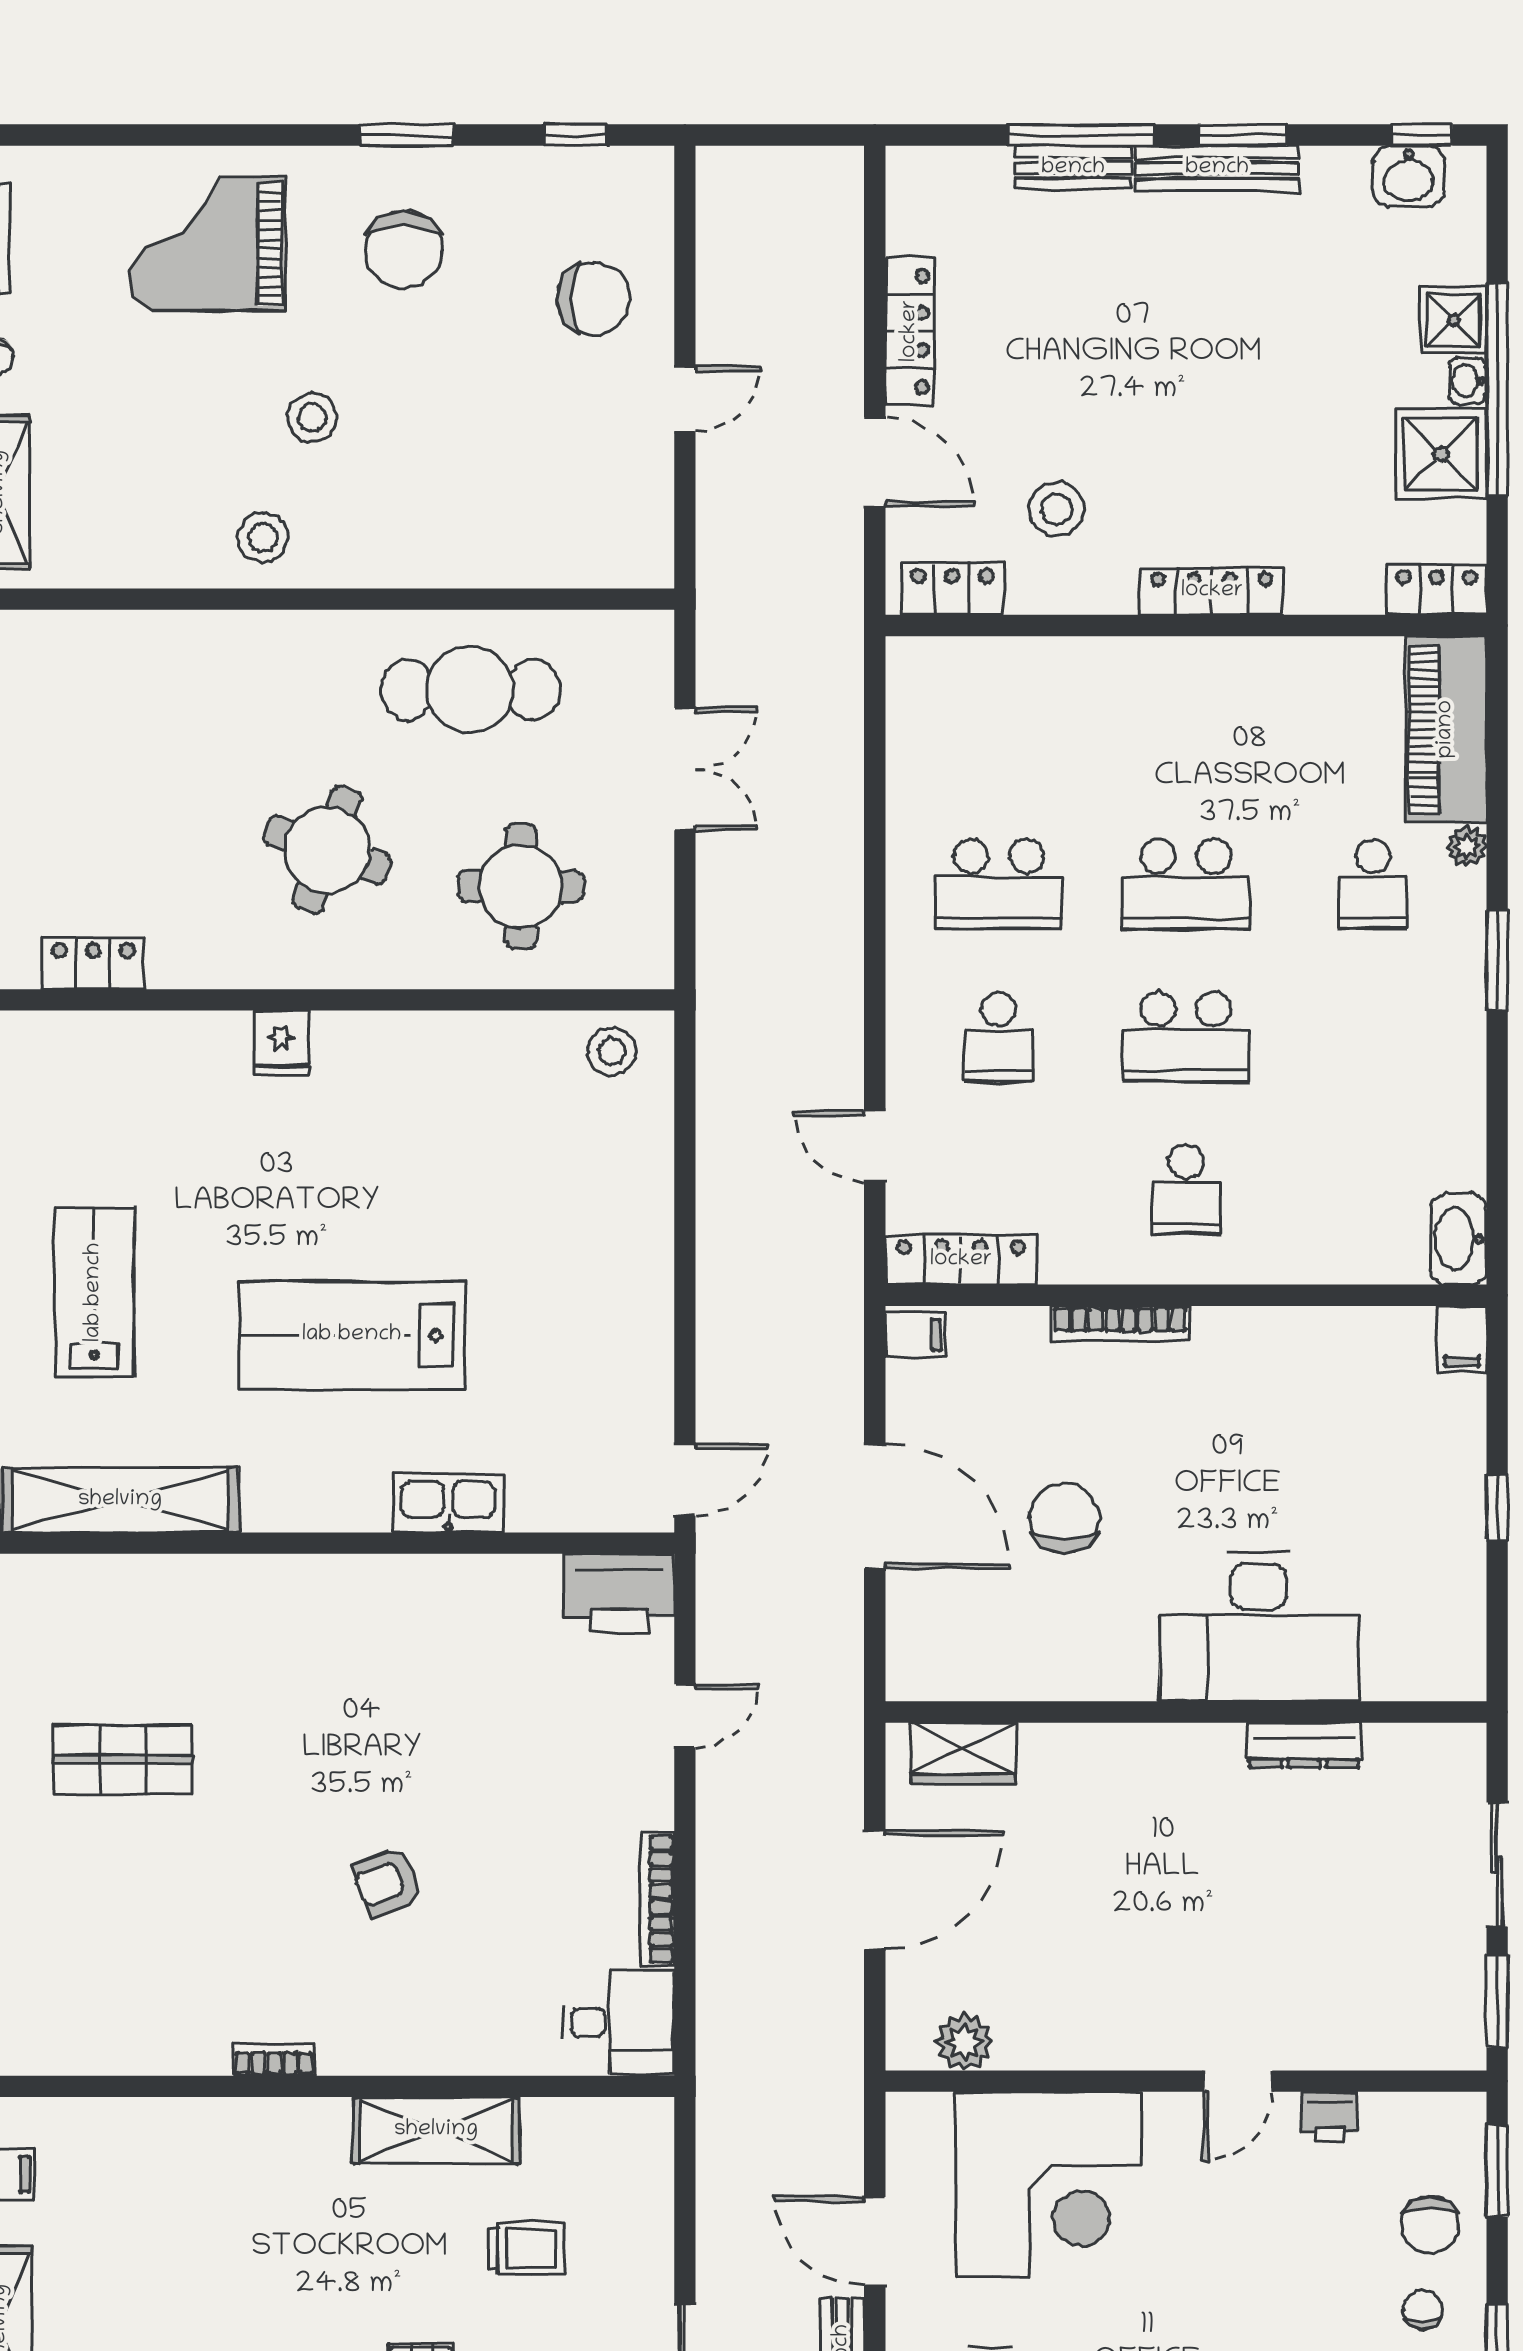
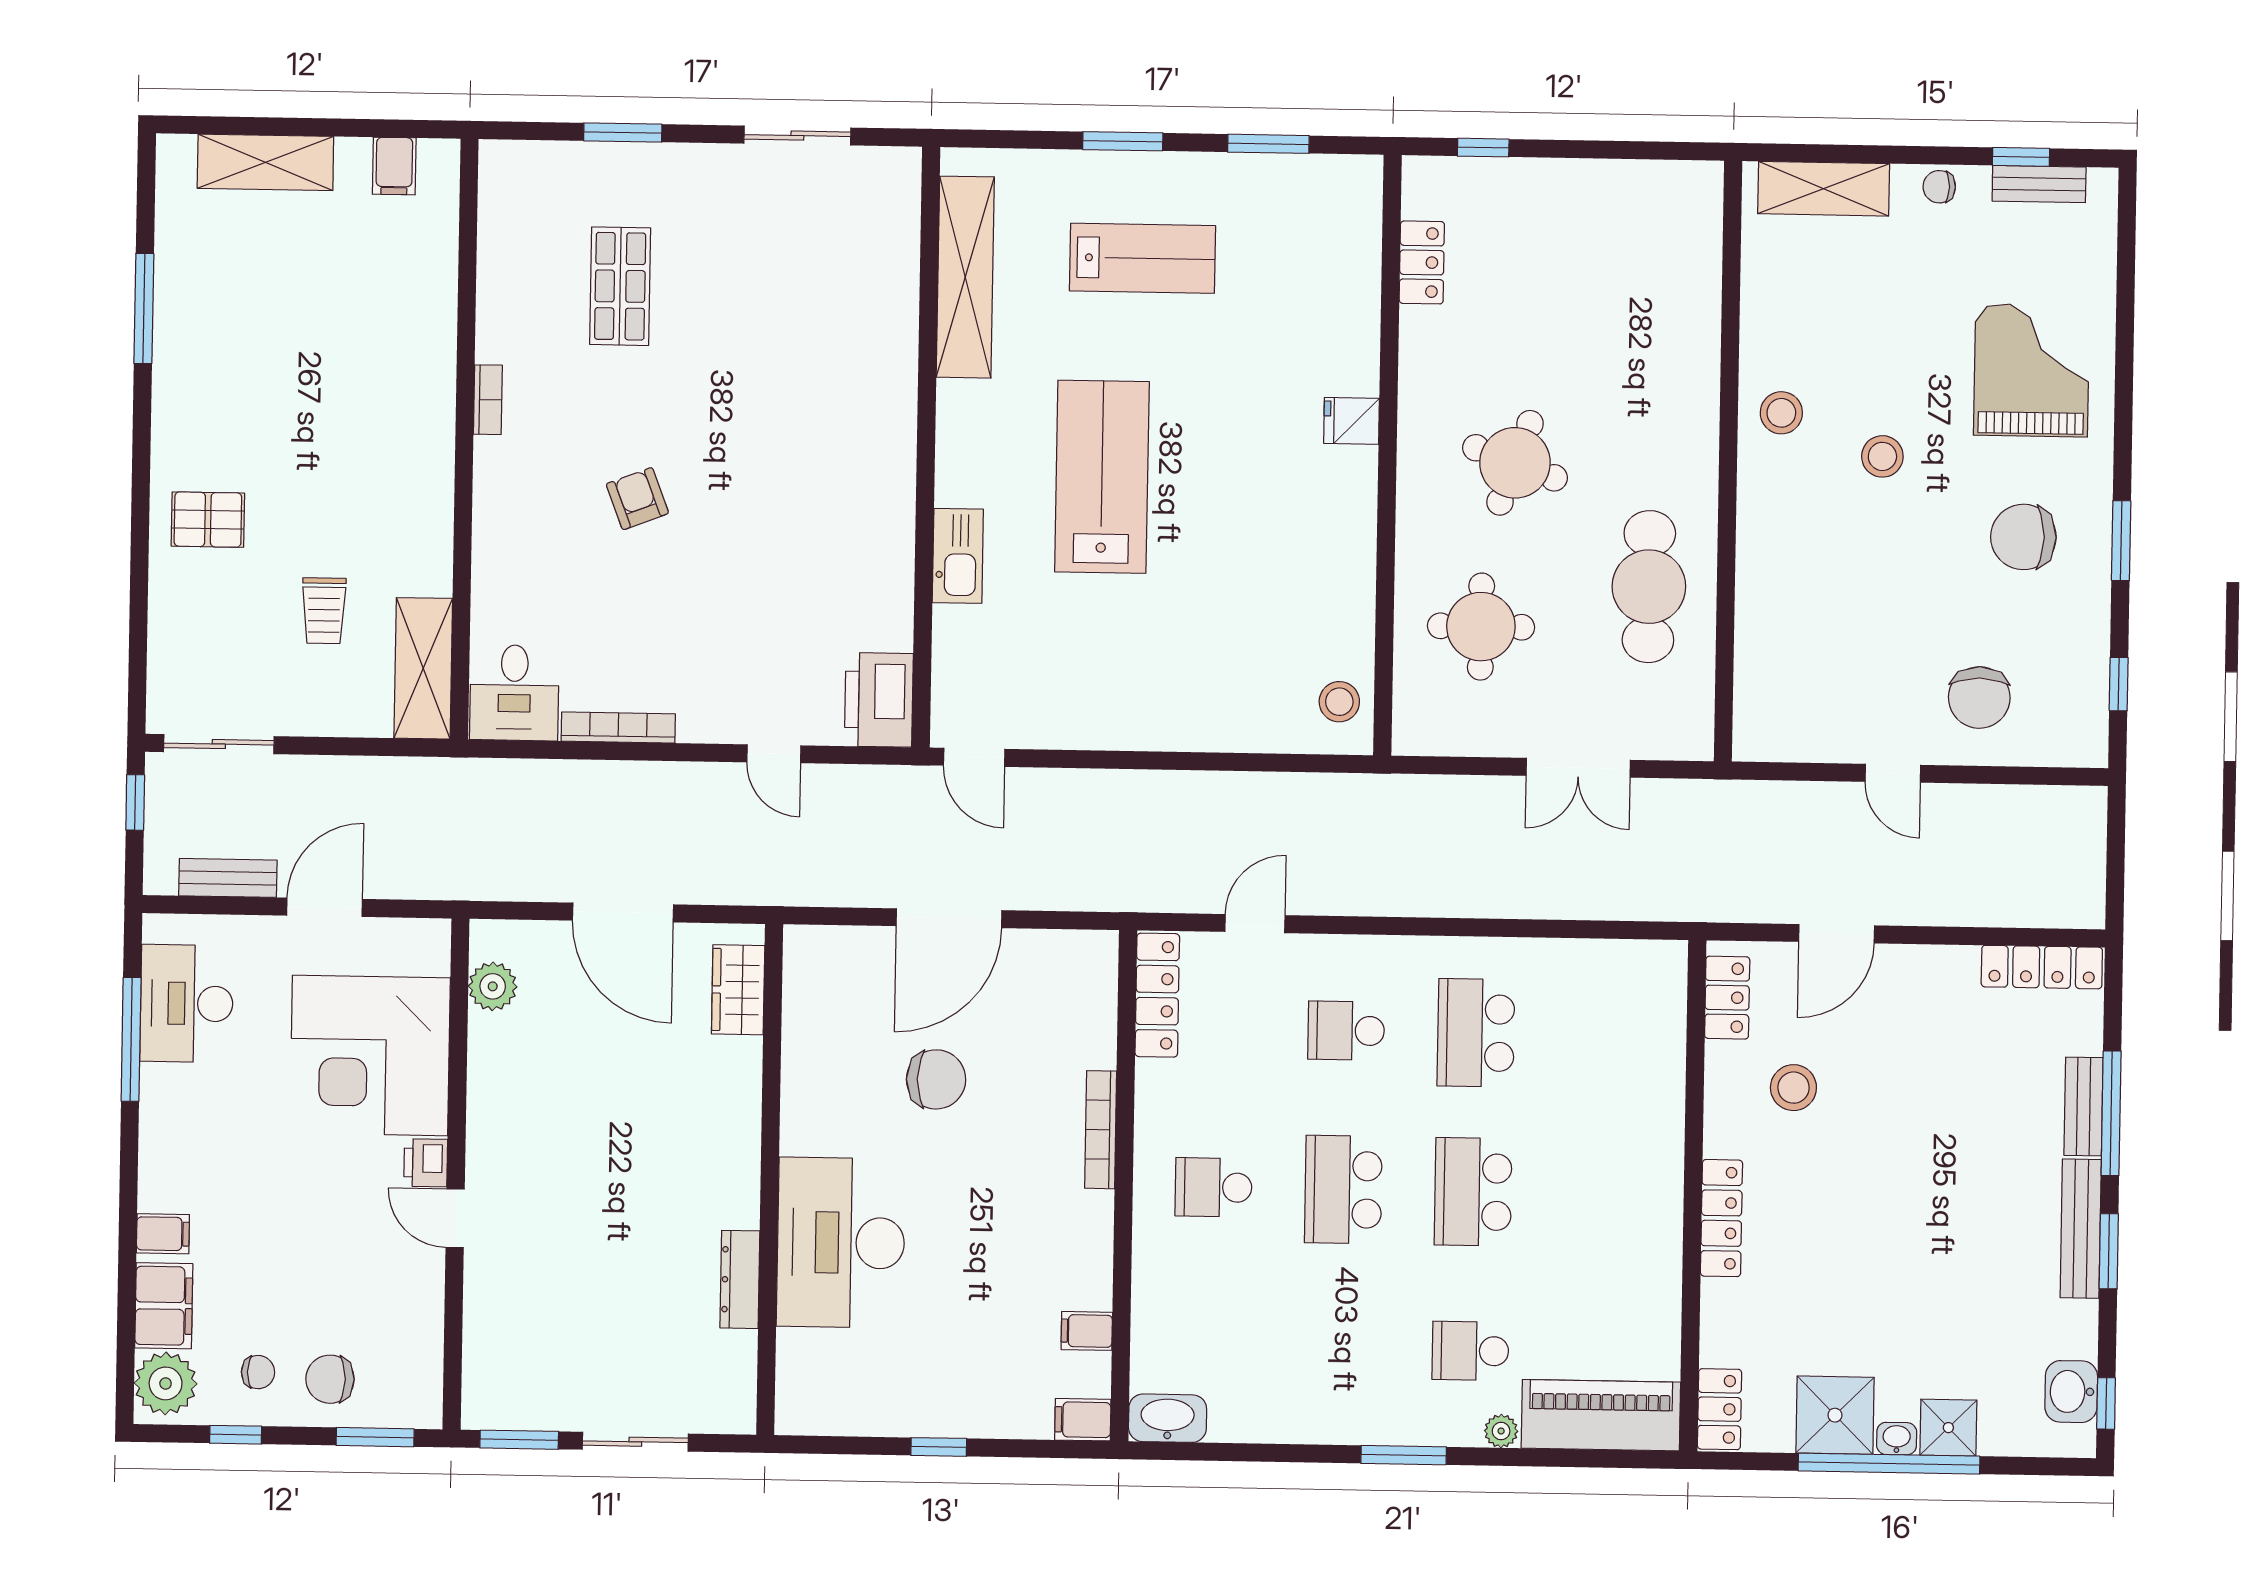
locker: (910, 331) -> (2042, 967), moved
filing cabinet: (915, 1335) -> (1087, 1331), moved, turned 90
shop shelf: (123, 1759) -> (620, 286), moved
printer: (1330, 2117) -> (426, 1163), moved
shelving: (436, 2130) -> (423, 668), moved

